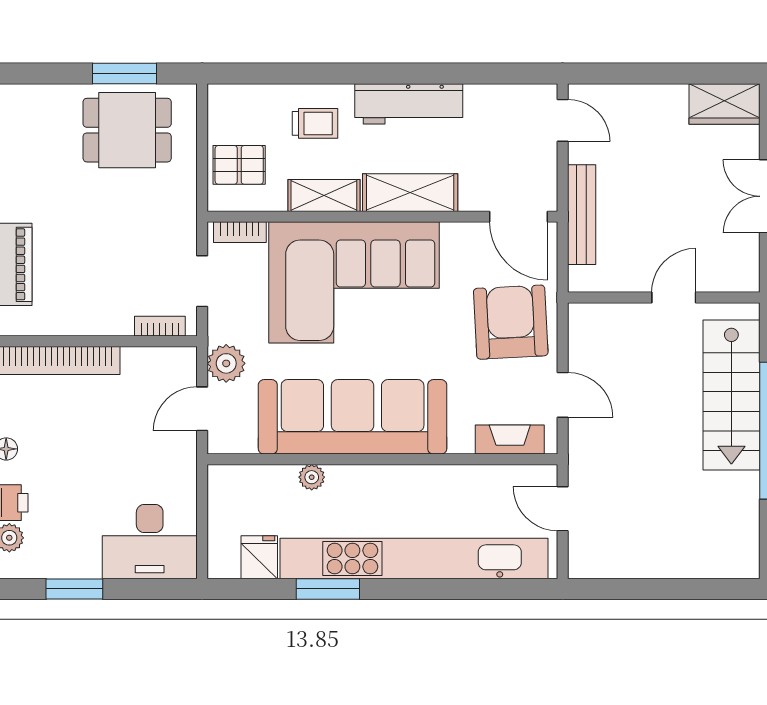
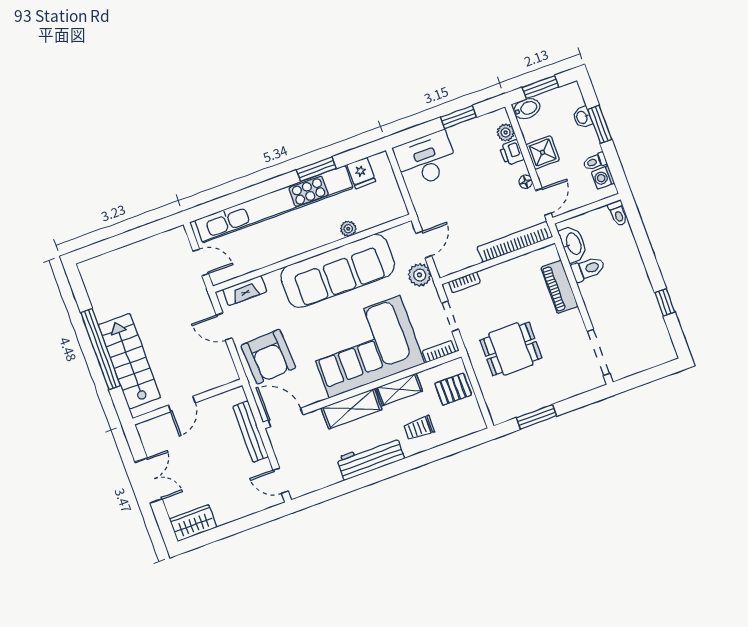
dining table: (127, 130) -> (511, 349), moved

